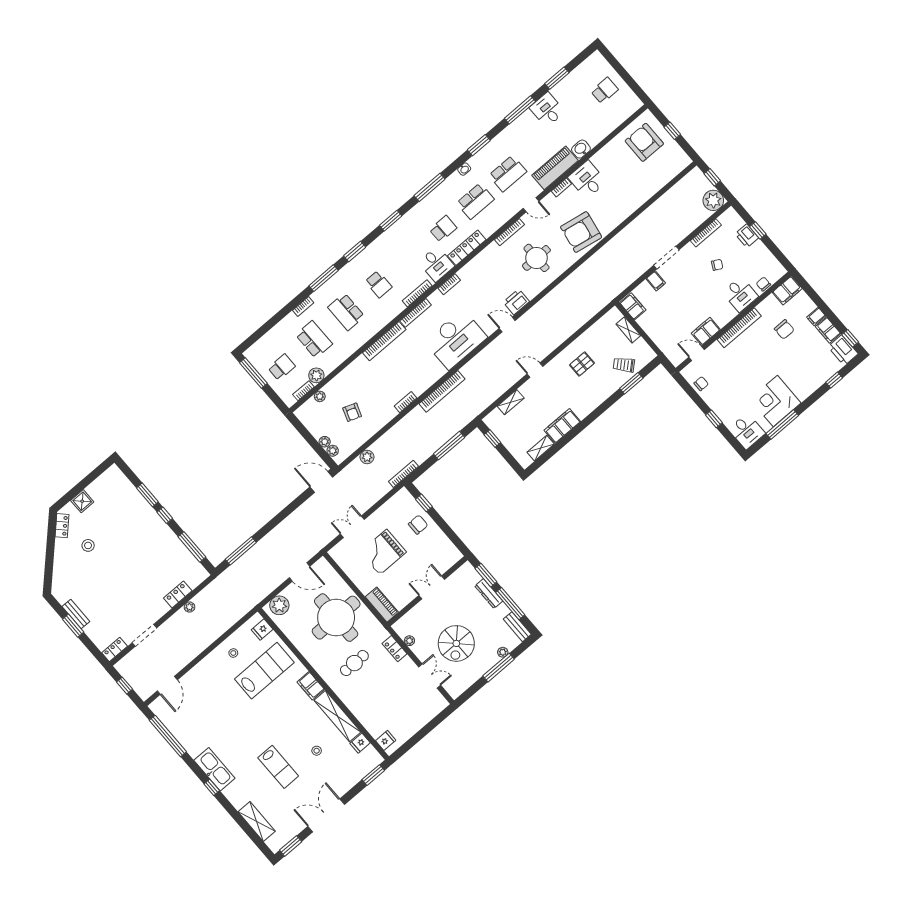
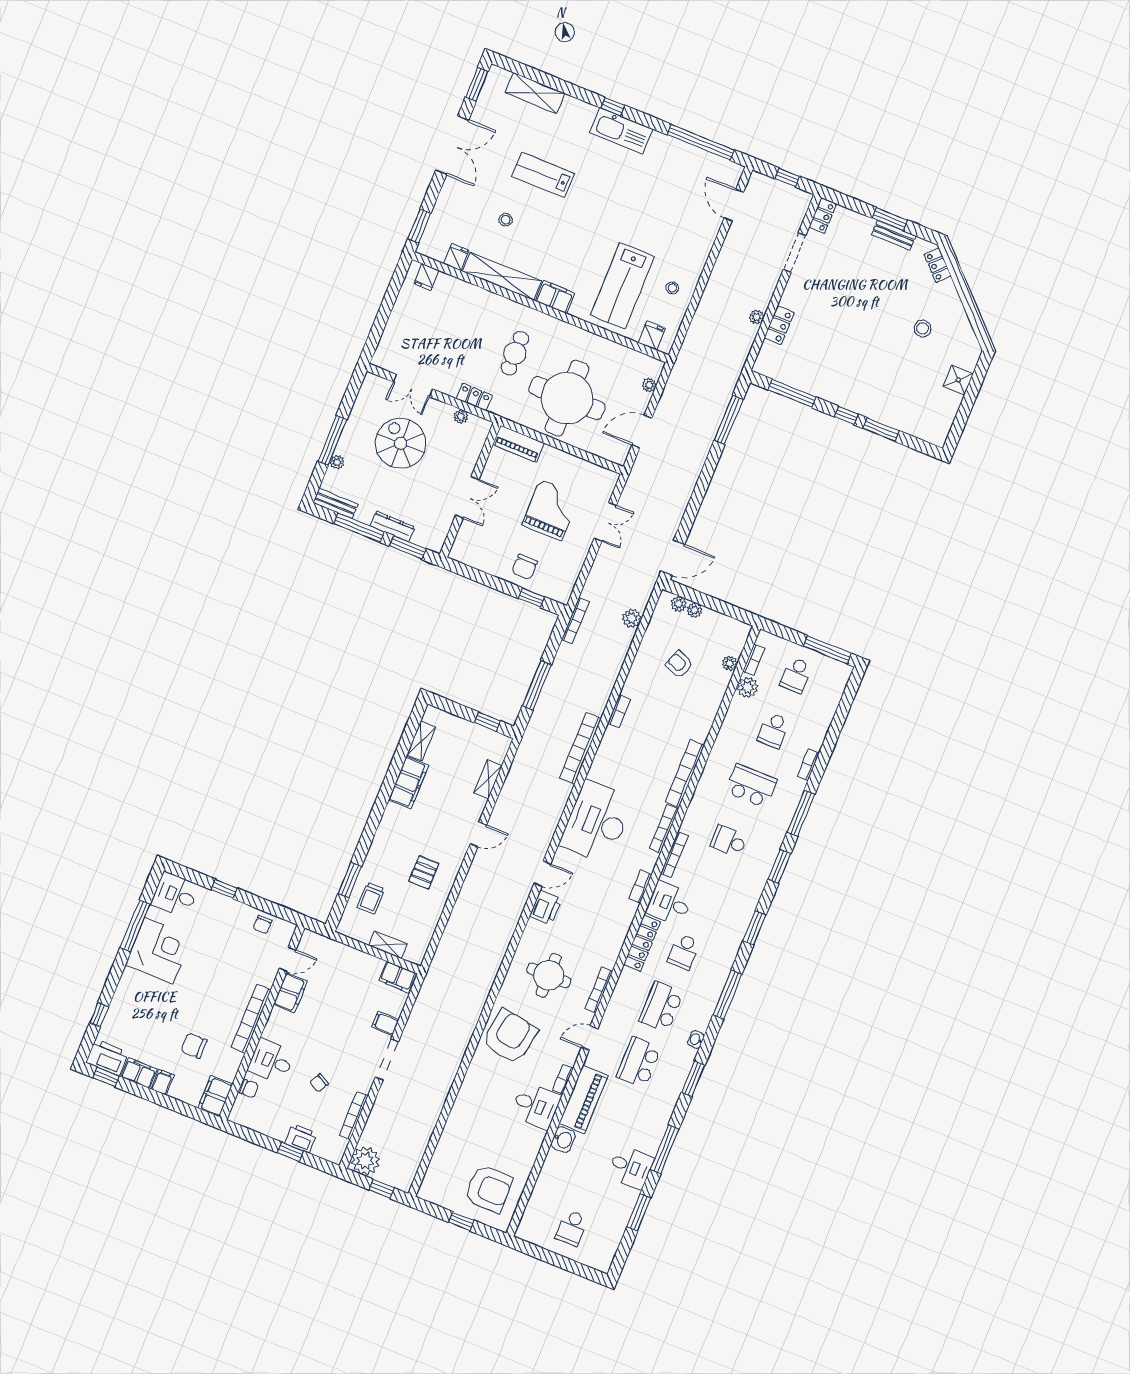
school desk: (314, 340) -> (774, 730), width x0.54
trolley: (624, 365) -> (371, 898), turned 132
locker: (62, 526) -> (938, 265), moved
plant: (279, 605) -> (649, 385), width x0.53, depth x0.53

